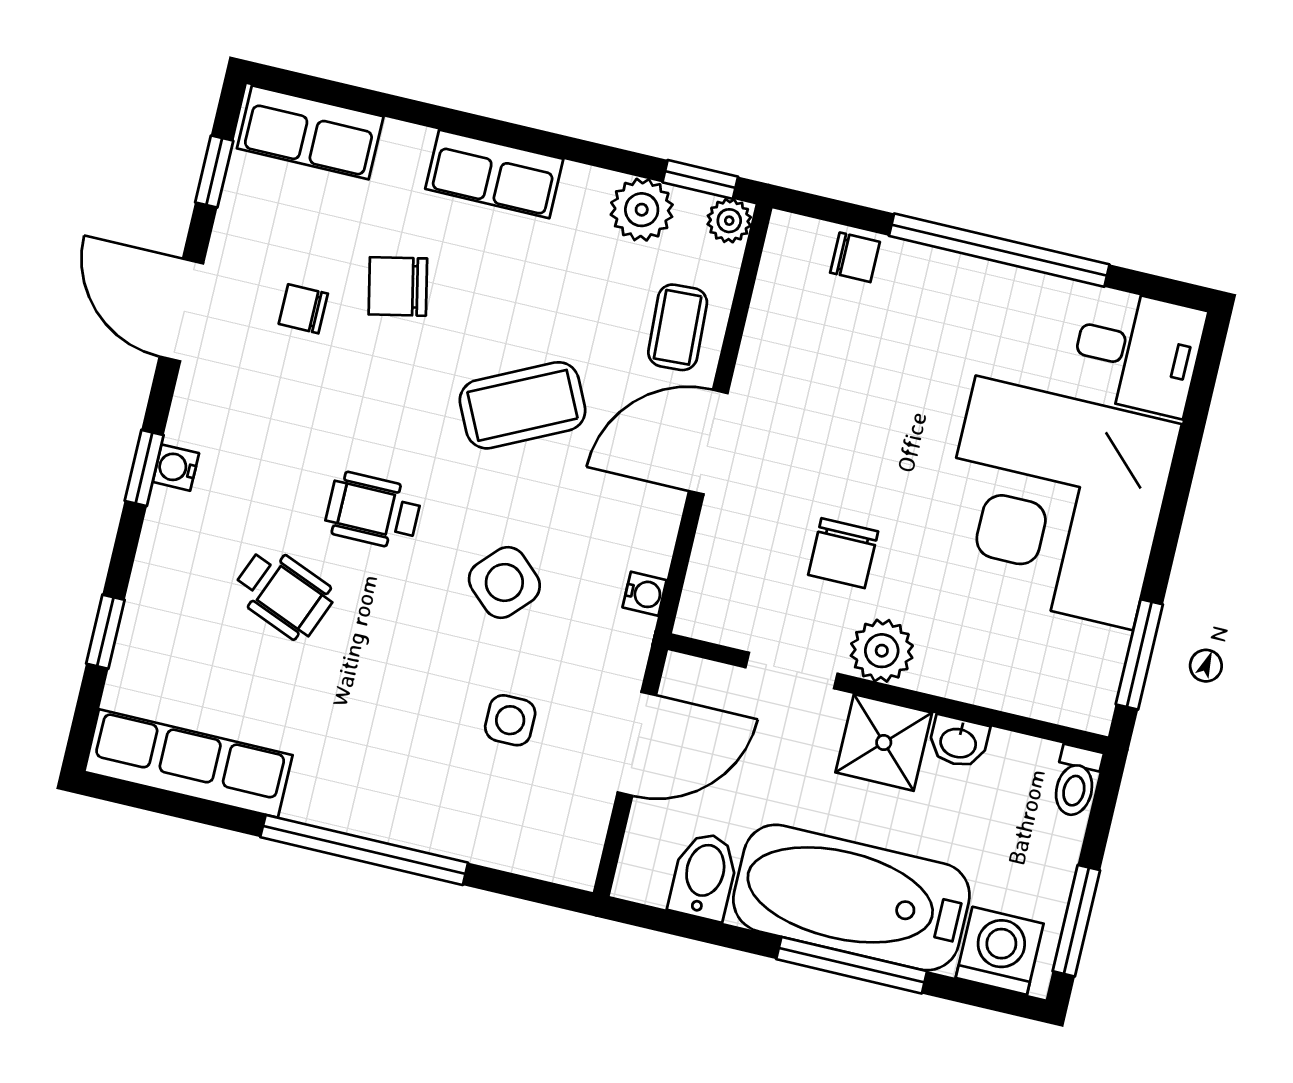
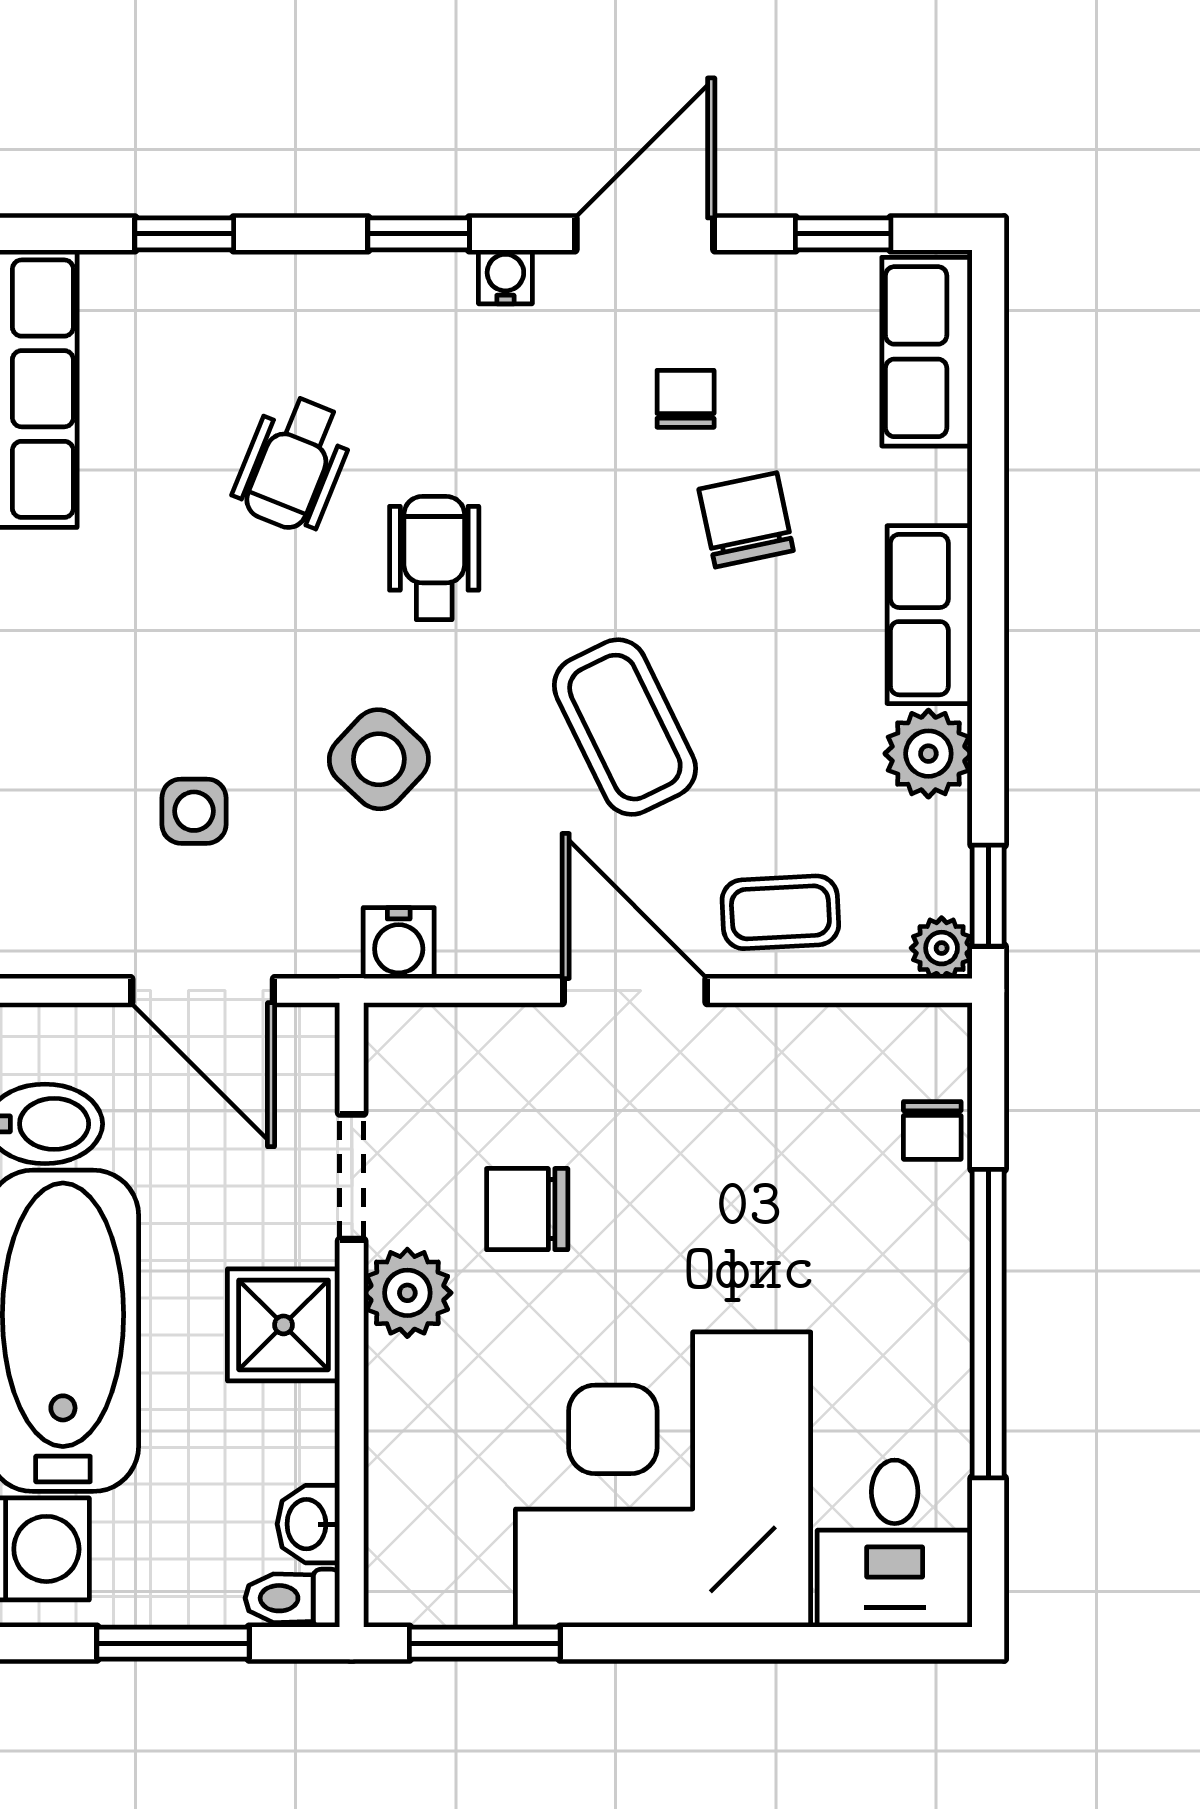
plant: (642, 210) -> (928, 754), moved
water cooler: (176, 468) -> (505, 277), moved
water cooler: (645, 594) -> (399, 943), width x1.38, depth x1.38
washbasin: (958, 742) -> (308, 1524), moved
window: (1076, 921) -> (173, 1643), moved

